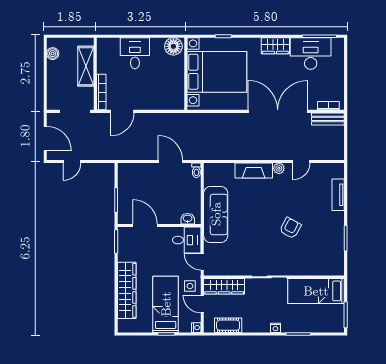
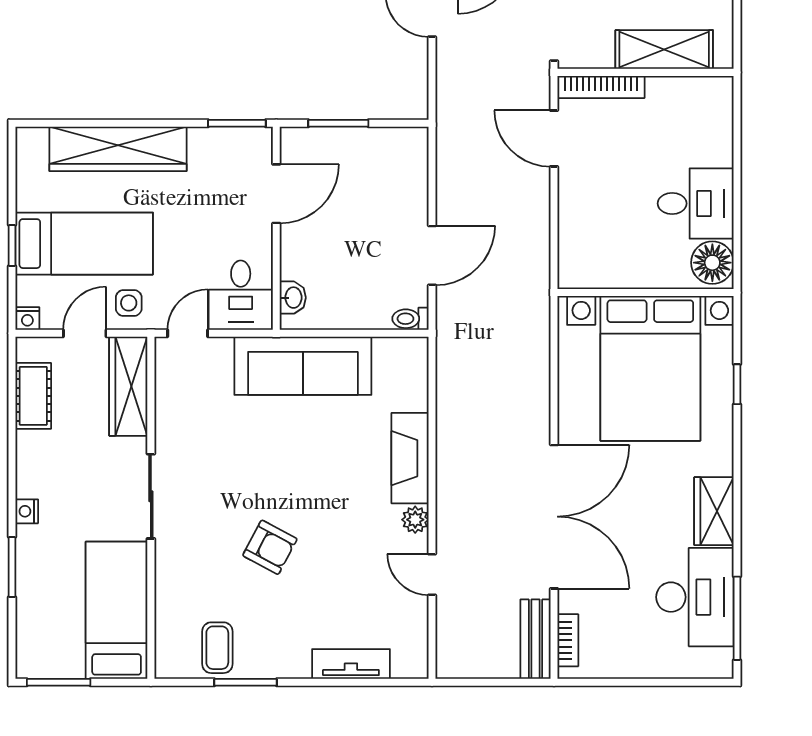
desk: (135, 53) -> (696, 203), moved
coffee table: (331, 250) -> (217, 648), added

